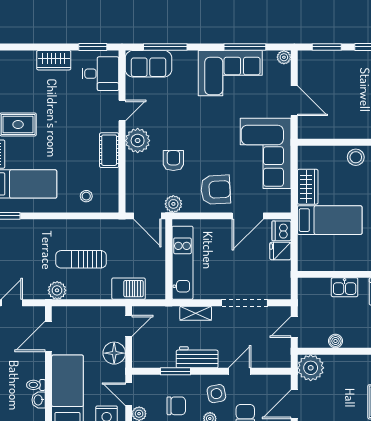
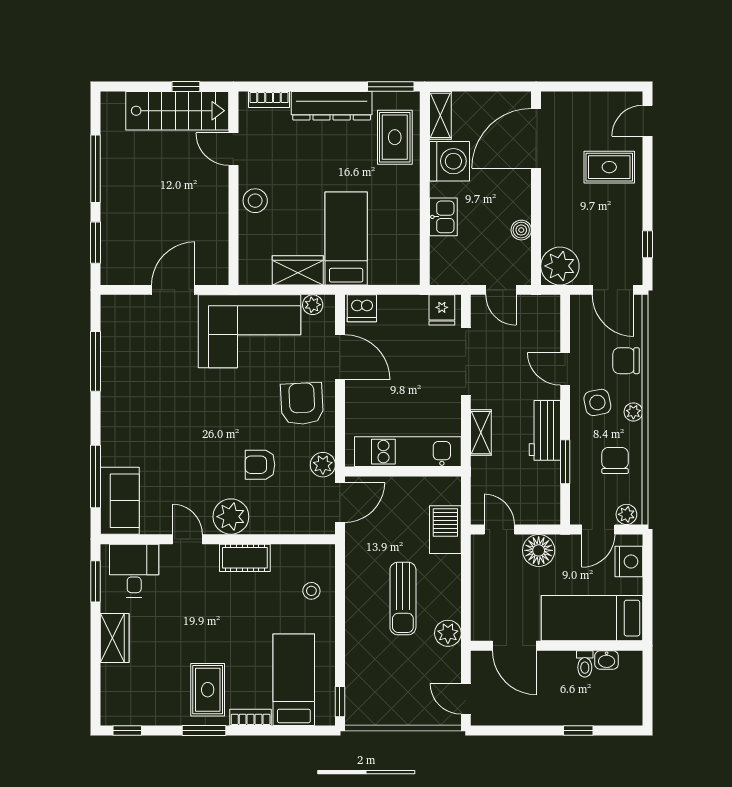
plant: (284, 57) -> (313, 305), moved
corner sofa: (230, 73) -> (133, 382), removed
fridge: (280, 251) -> (442, 310), moved

